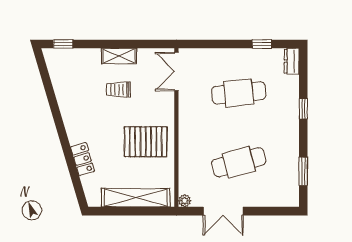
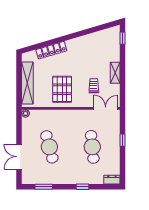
window: (262, 44) -> (123, 140), moved
trolley: (119, 89) -> (94, 86), moved
locker: (83, 159) -> (51, 50), width x1.53
double door: (223, 211) -> (19, 157), moved

